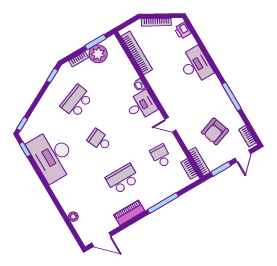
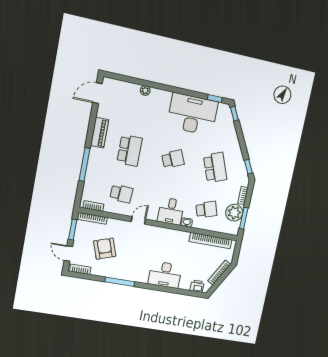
school desk: (115, 79) -> (206, 209), added
plant: (73, 217) -> (145, 91), moved

